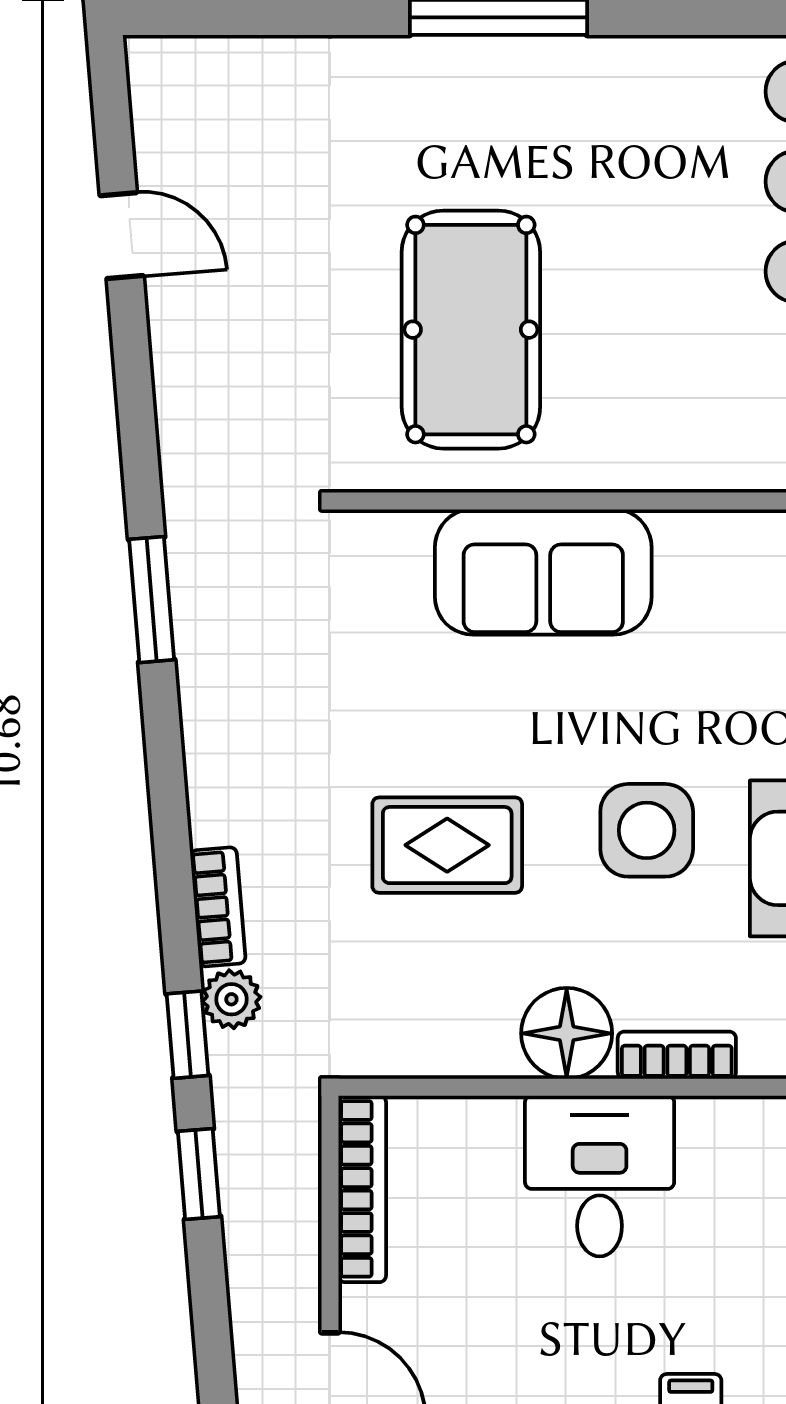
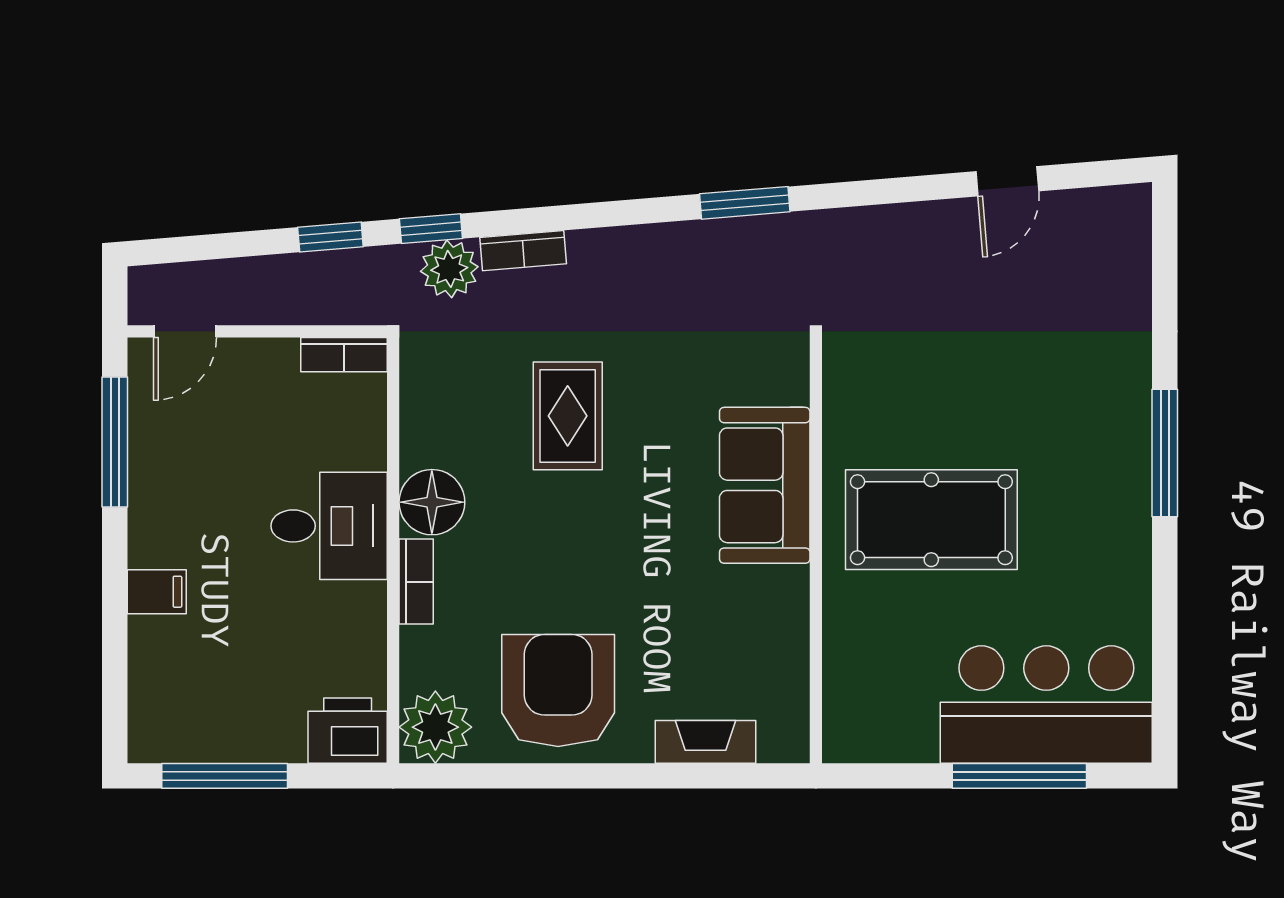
pool table: (471, 330) -> (931, 520), moved
side table: (647, 830) -> (578, 560), removed
plant: (231, 999) -> (449, 269), width x1.38, depth x1.38
bookcase: (362, 1189) -> (344, 355), width x0.64

